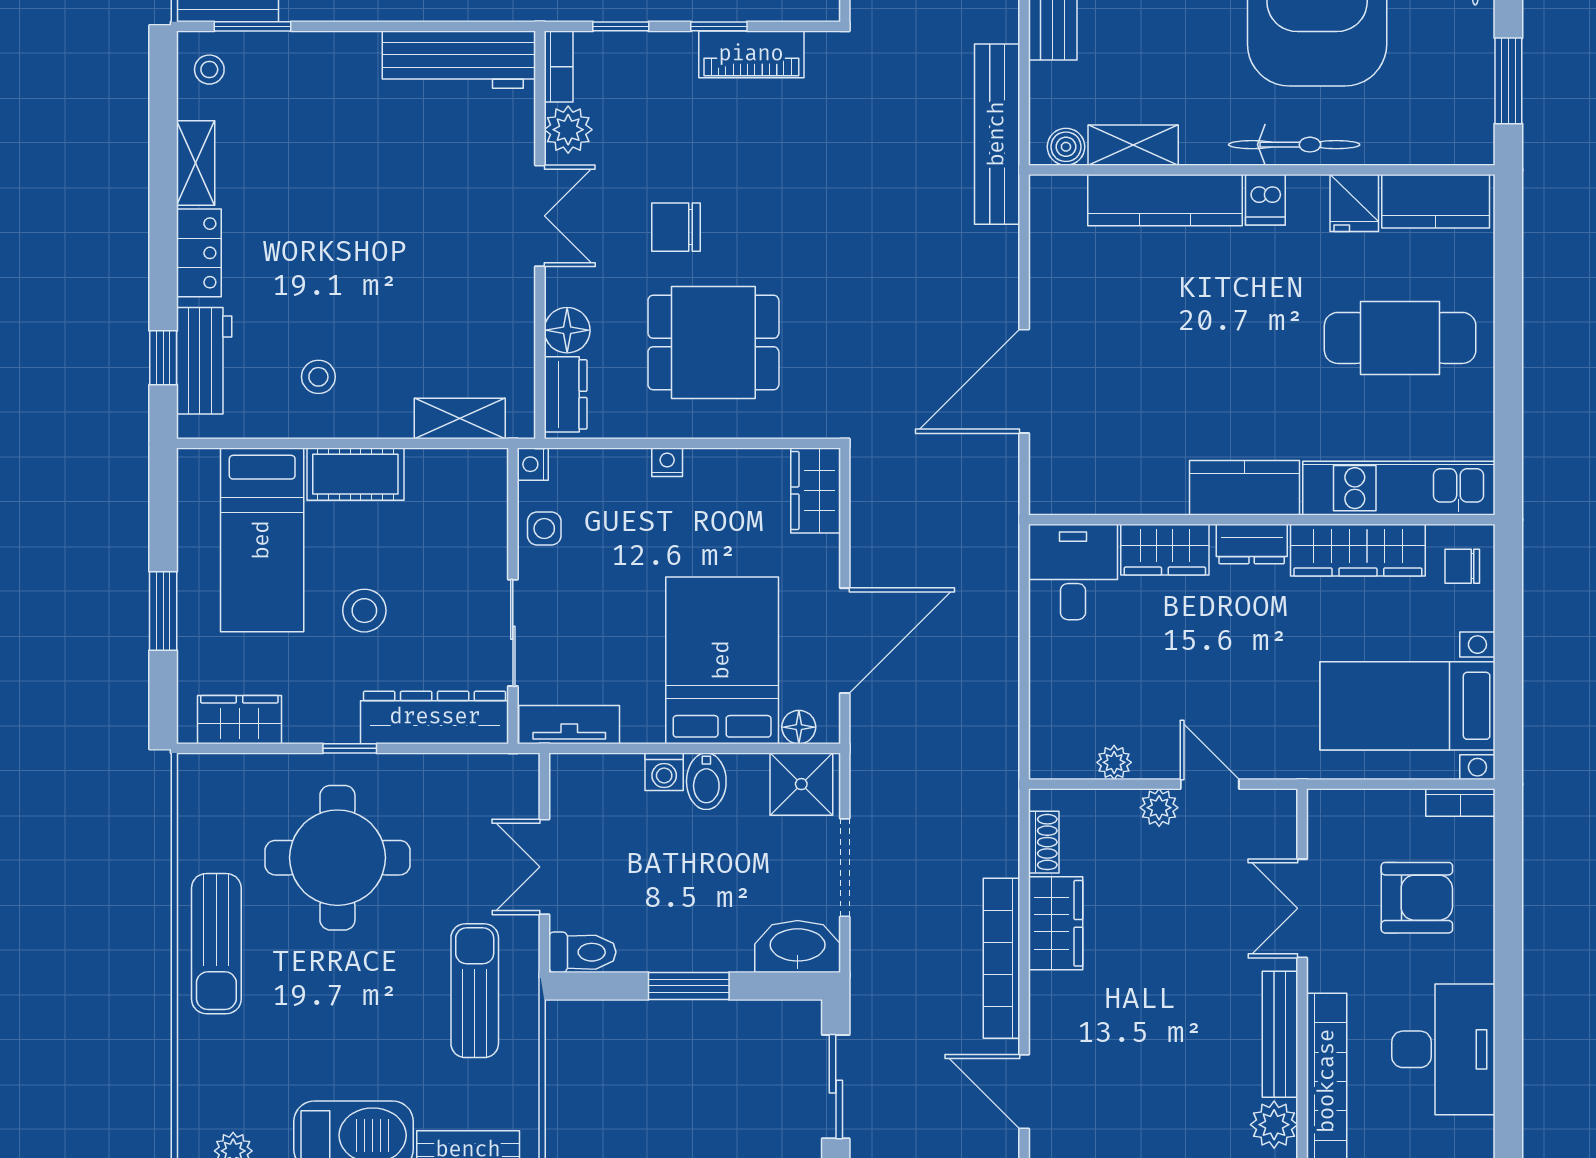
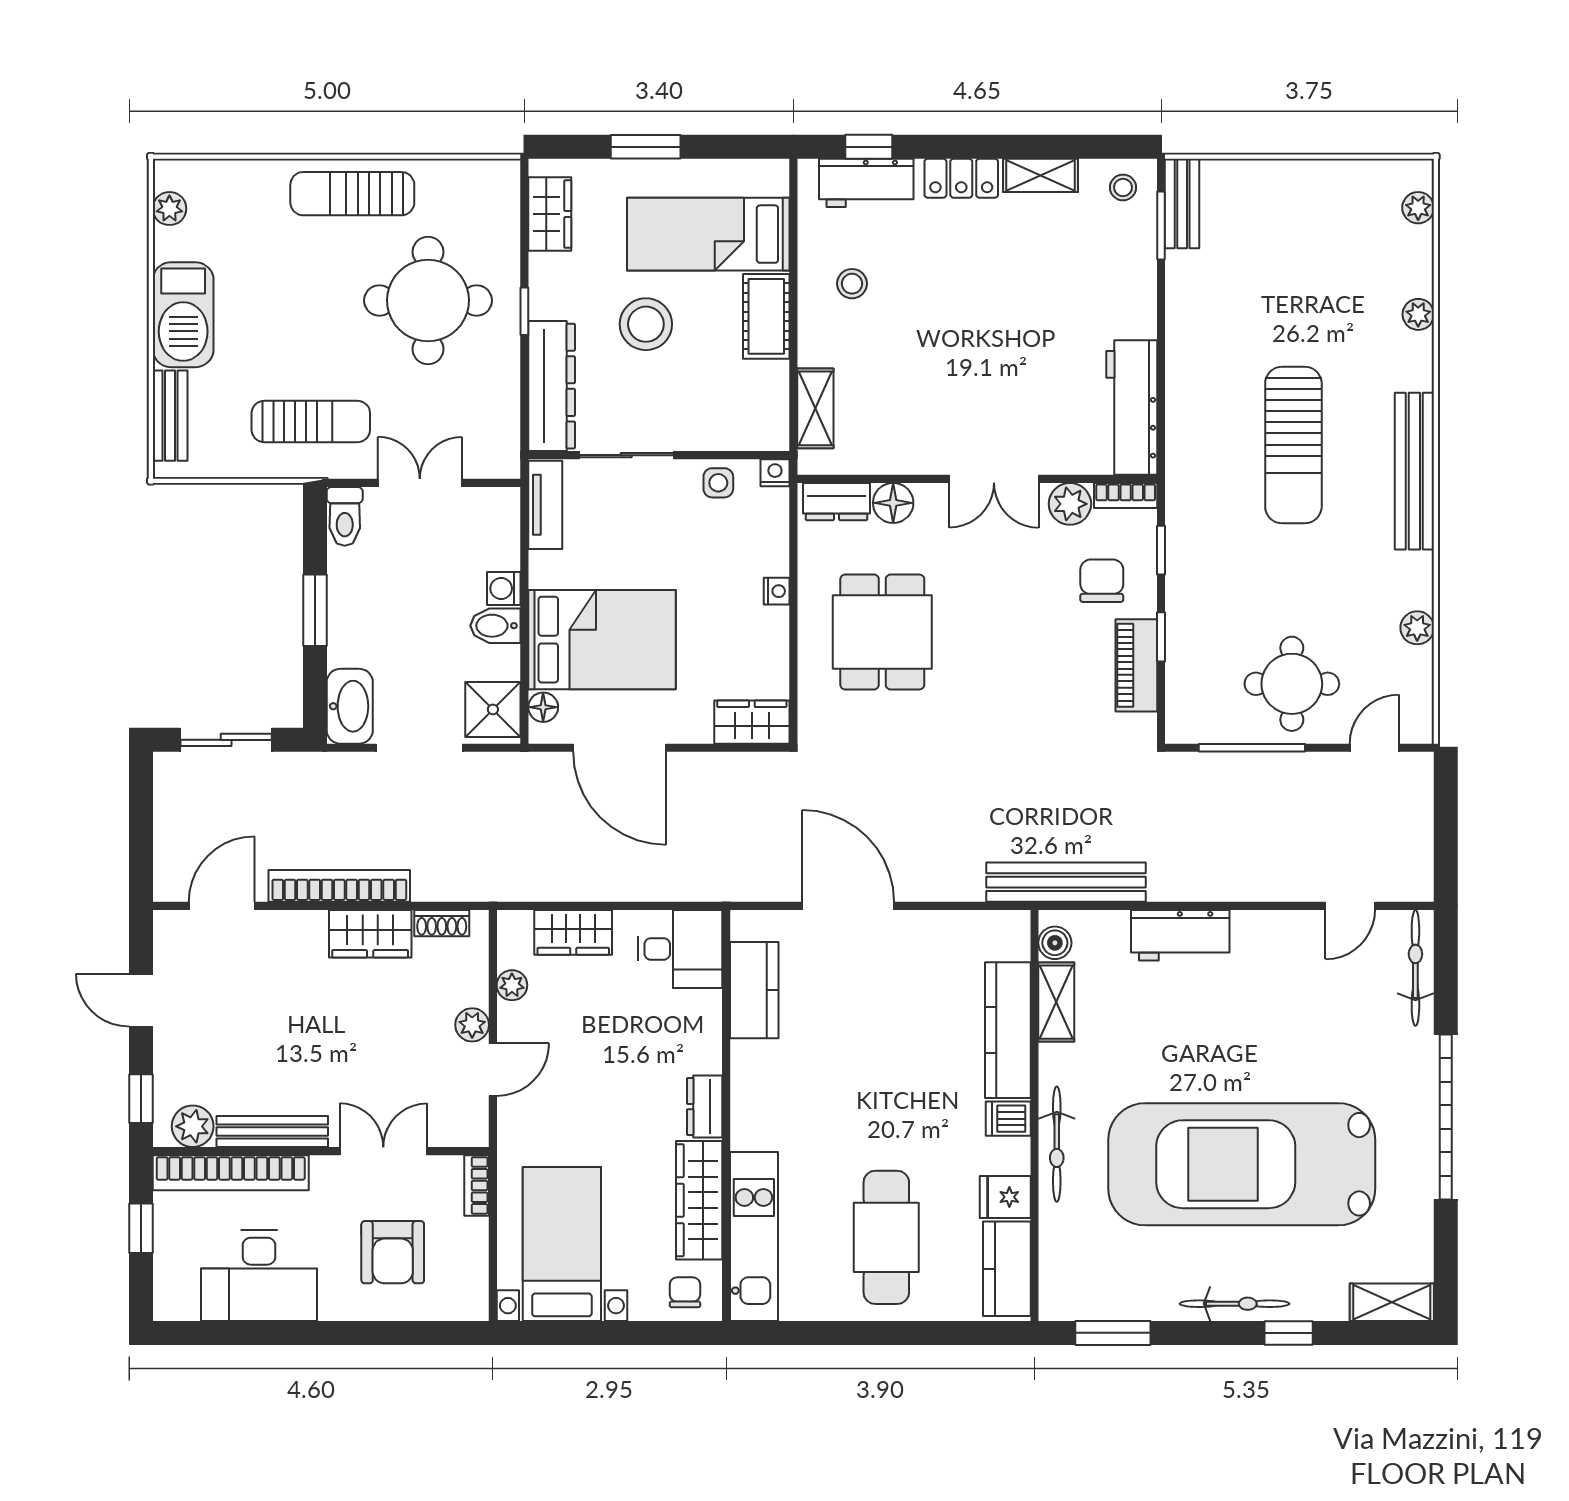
chair: (676, 227) -> (1102, 581), moved
kitchen counter: (1245, 488) -> (754, 990), moved
wardrobe: (1165, 550) -> (573, 932), moved, turned -90
stool: (364, 611) -> (646, 324), width x1.38, depth x1.38
bookcase: (1460, 803) -> (477, 1185), moved

